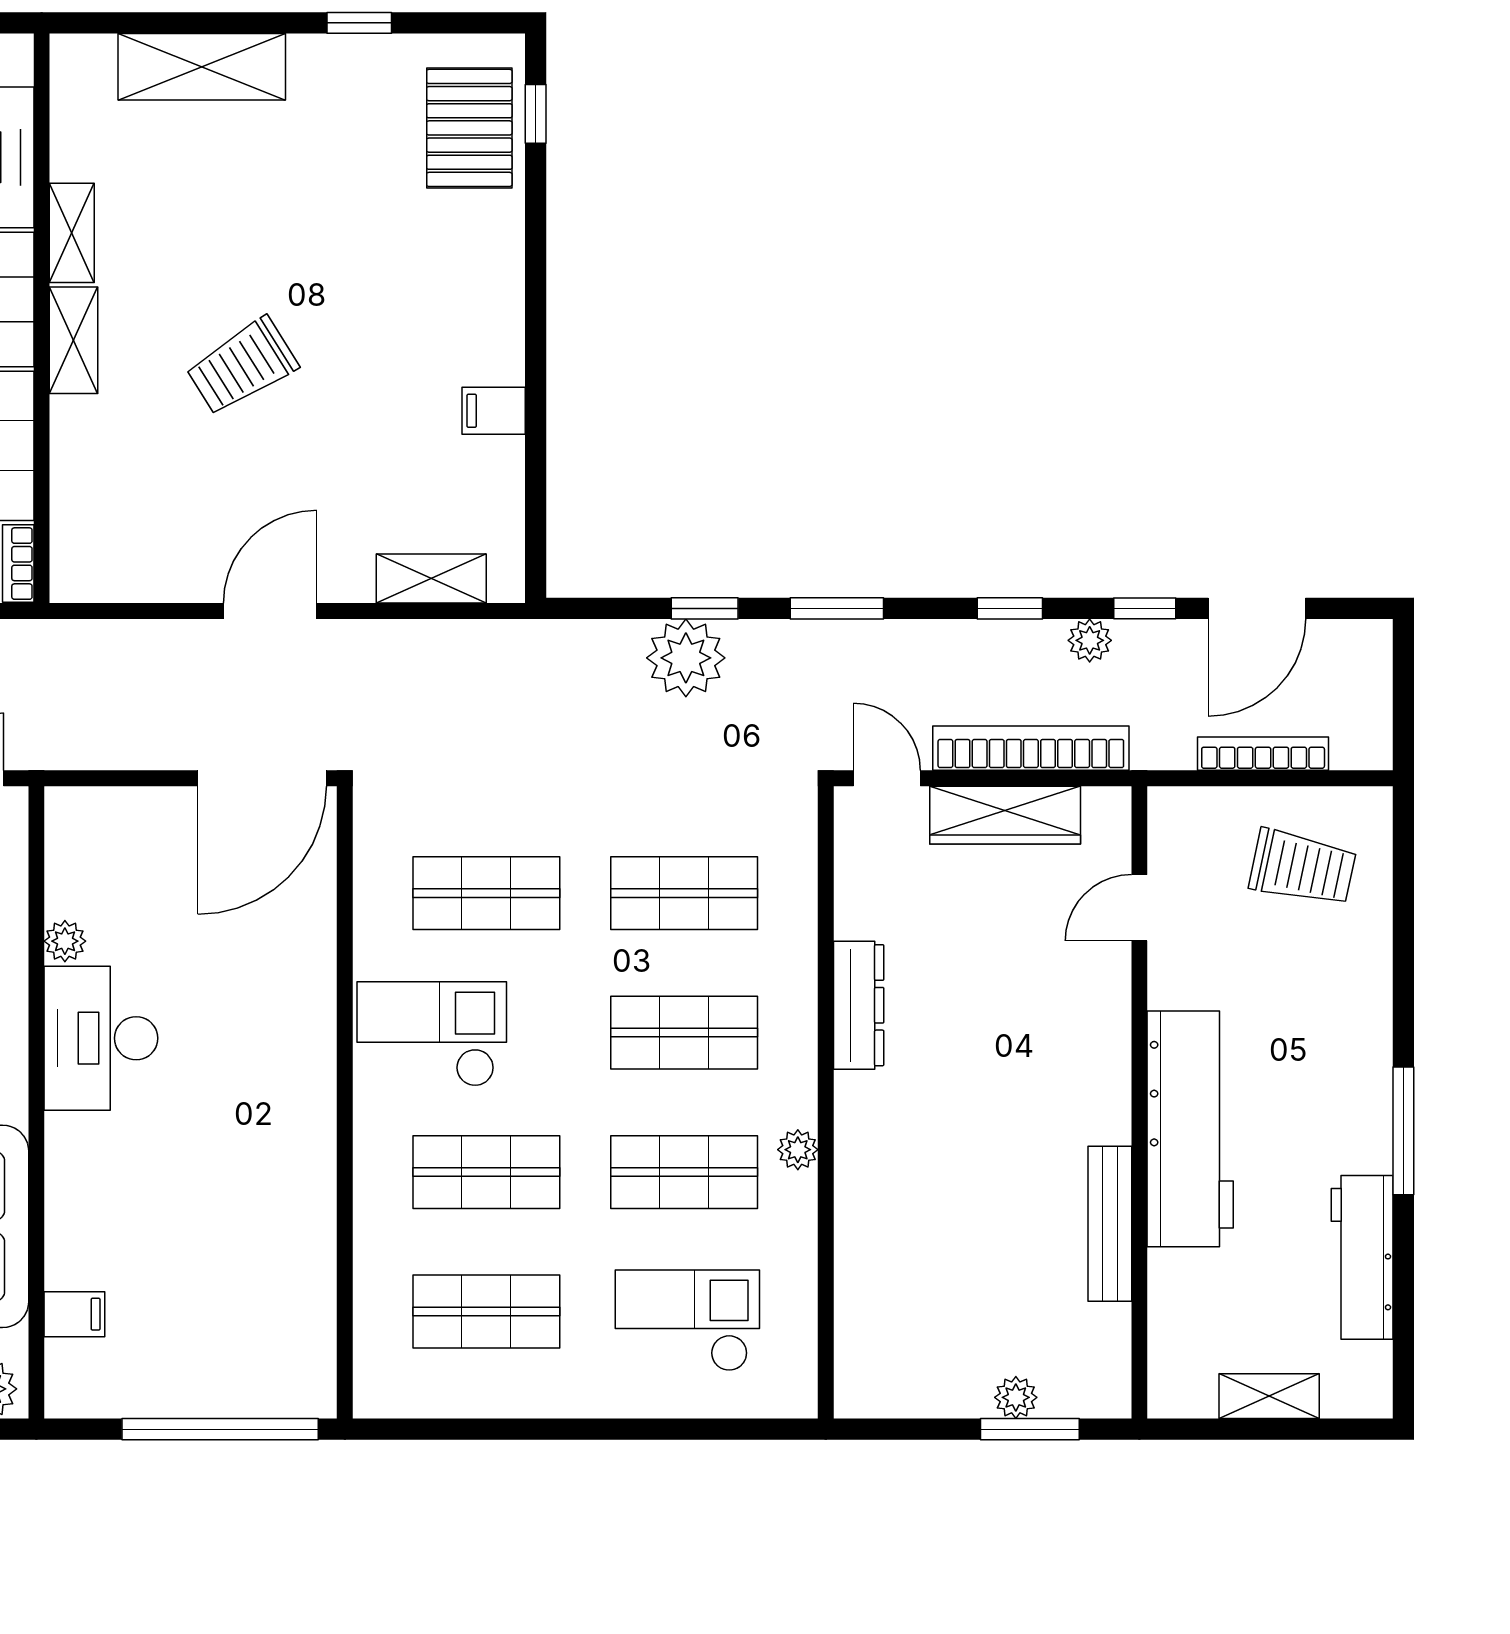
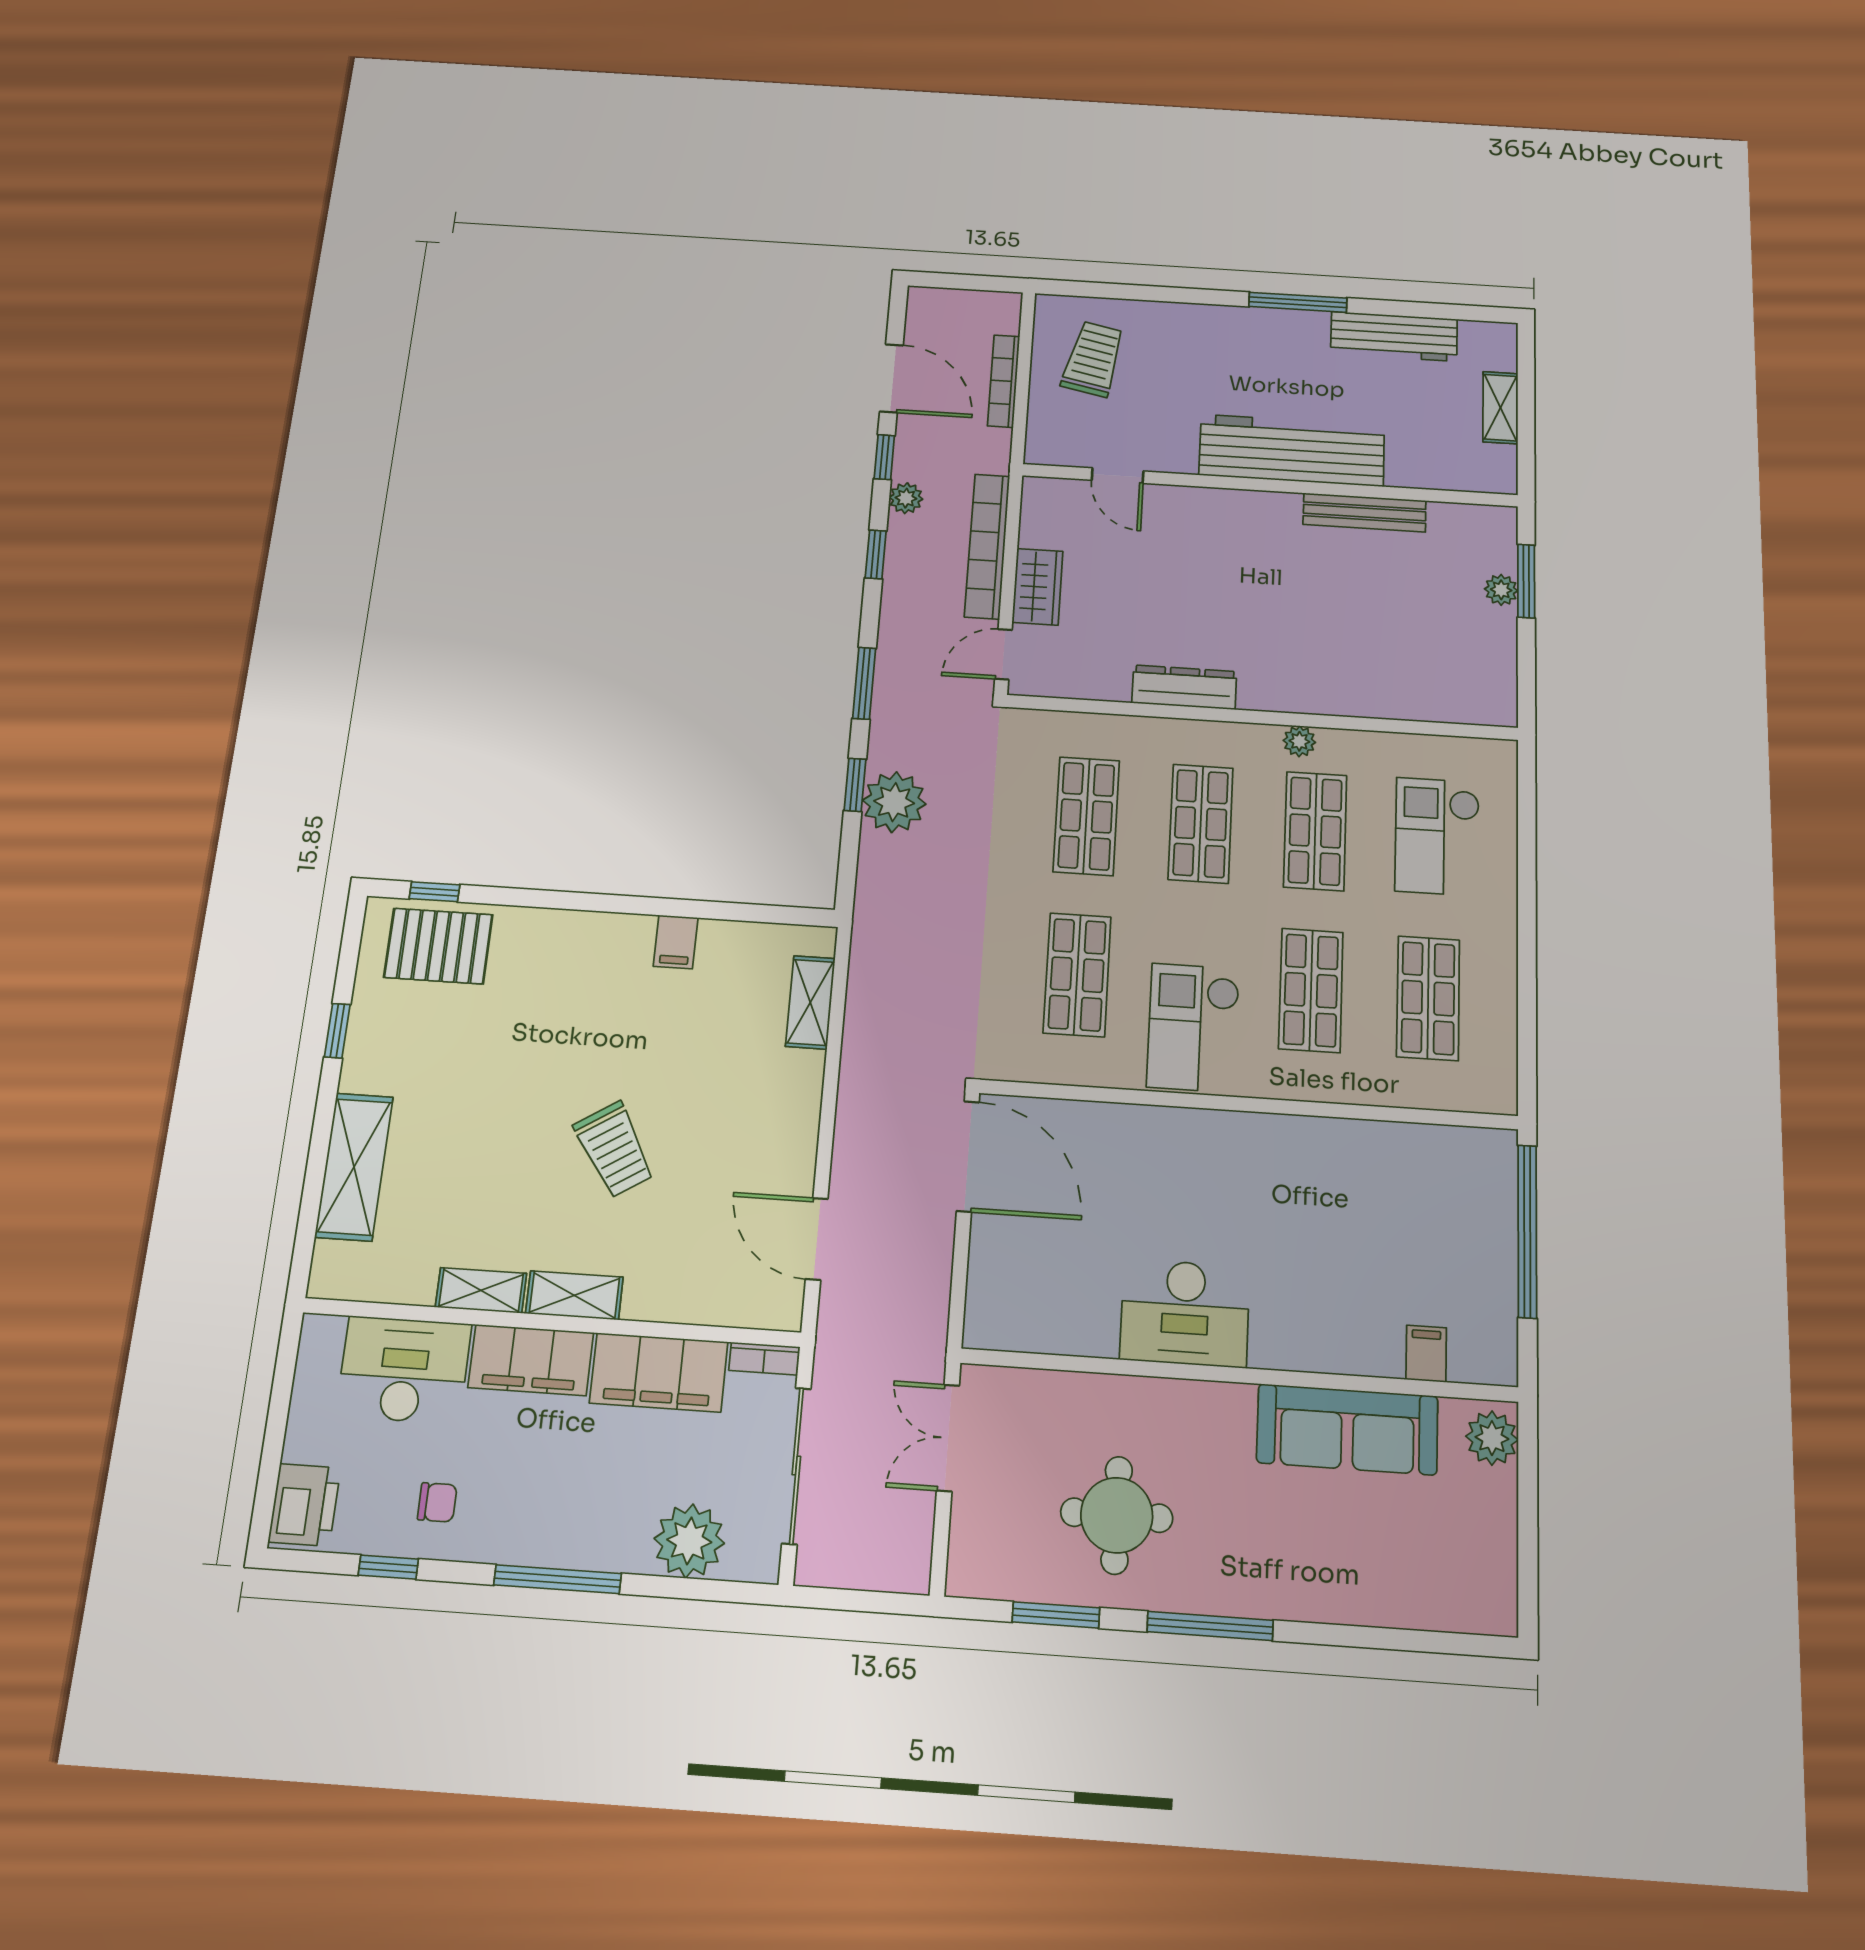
door: (270, 611) -> (817, 1239), moved
wardrobe: (1005, 815) -> (1038, 587), width x0.67
plant: (65, 941) -> (1098, 1339), removed

